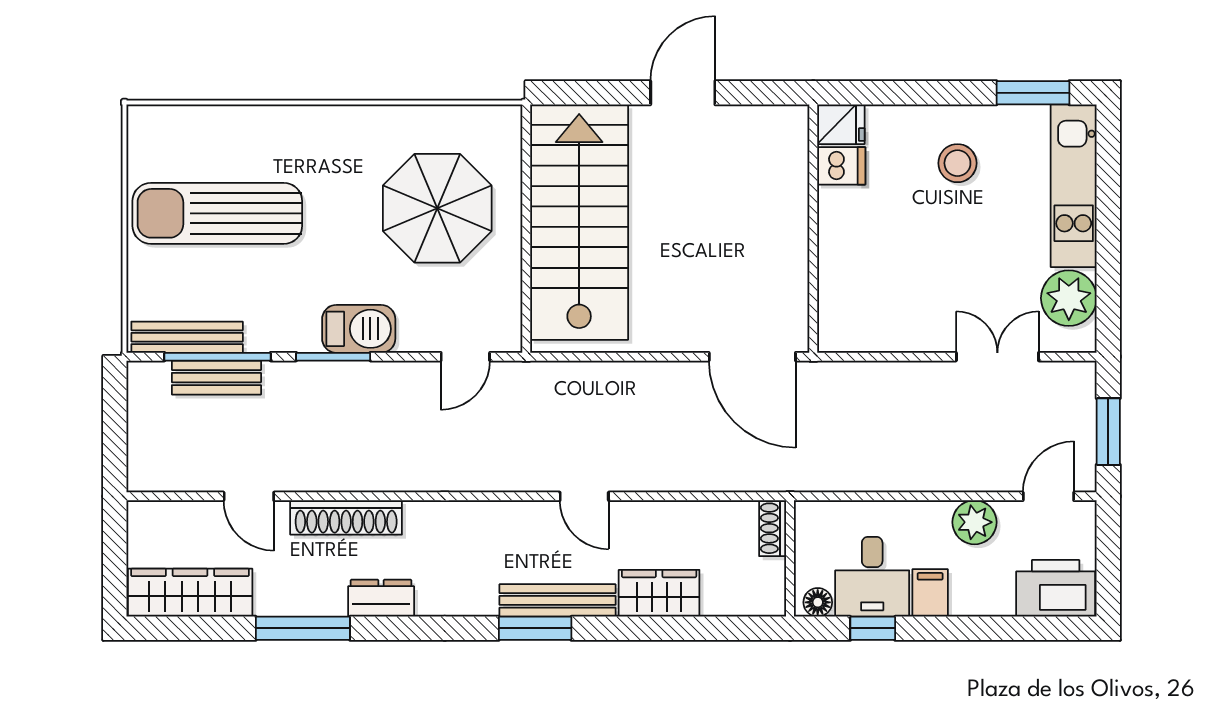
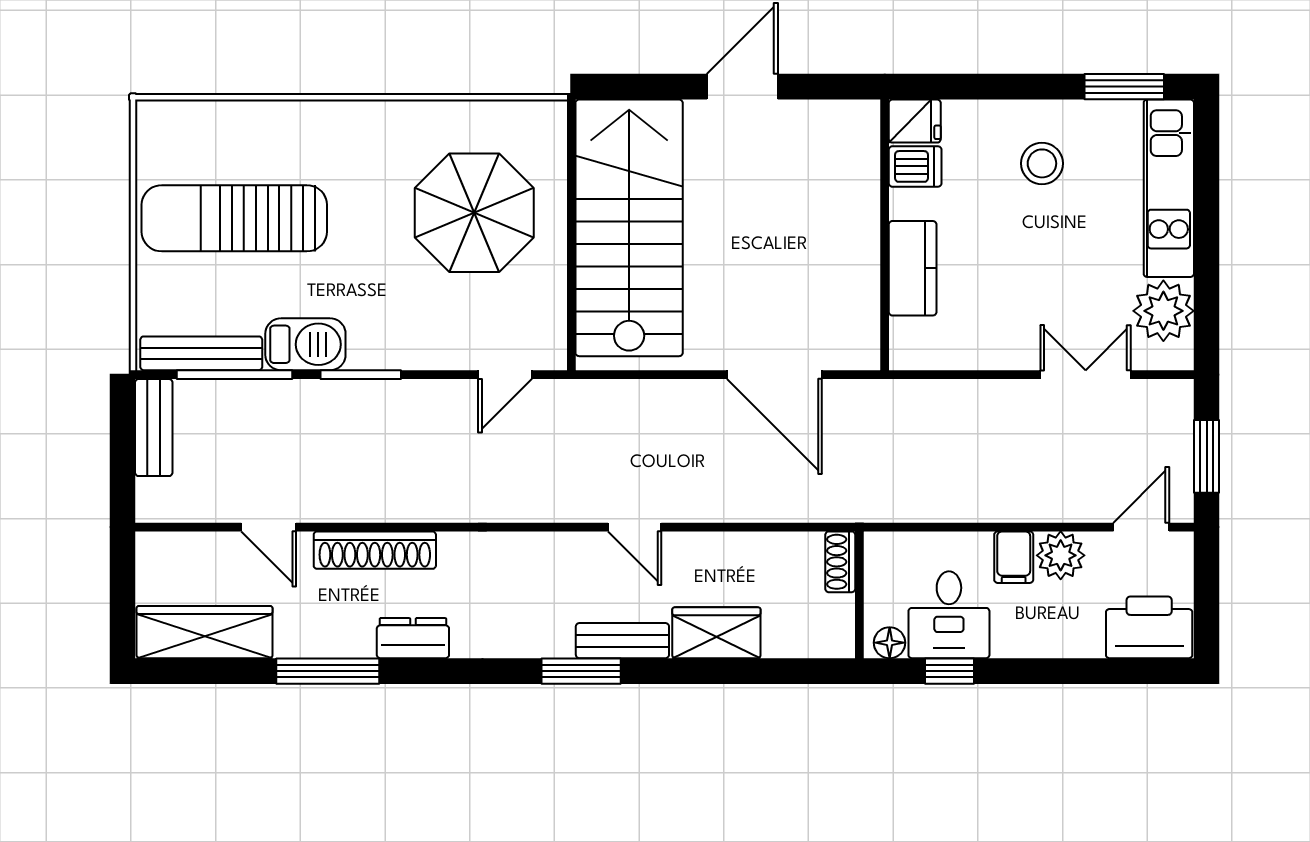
kitchen counter: (839, 259) -> (913, 268), added
barbecue: (359, 329) -> (305, 344), moved
door: (752, 357) -> (774, 375), moved
bench: (216, 378) -> (154, 428), moved, turned 90
filing cabinet: (930, 593) -> (1014, 557), moved, turned 180
bench: (558, 600) -> (622, 641), width x0.73

